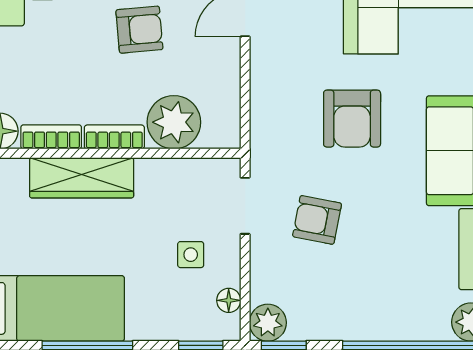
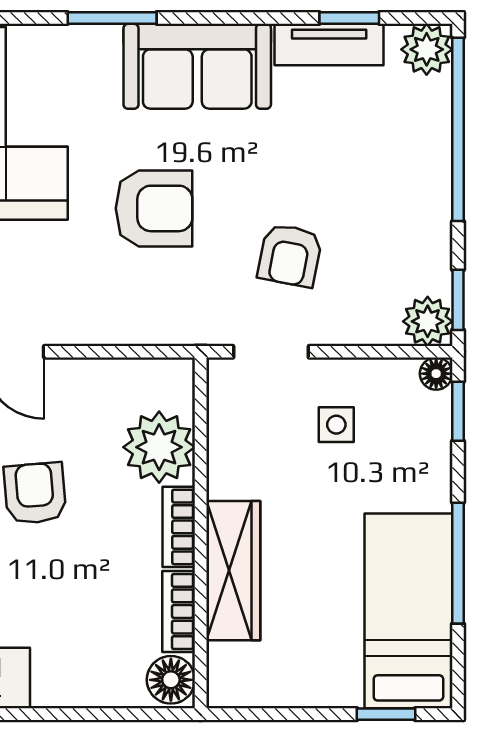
floor lamp: (229, 300) -> (436, 374), moved

